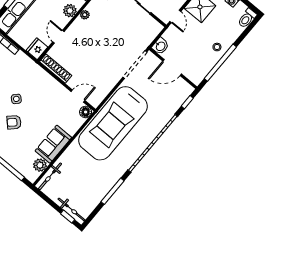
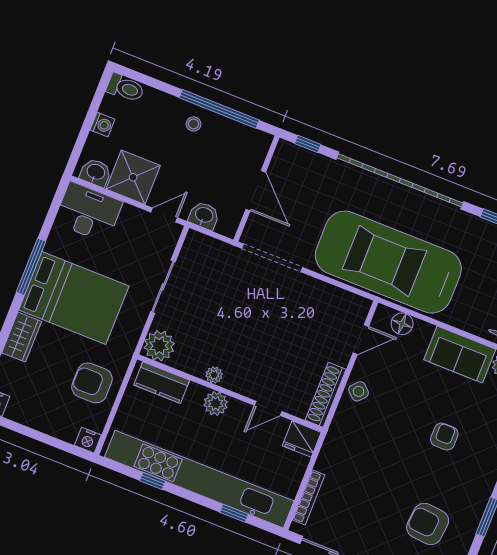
washbasin: (160, 46) -> (204, 216), moved
door: (78, 96) -> (361, 340), swing flipped
side table: (16, 99) -> (359, 391), moved
floor lamp: (86, 112) -> (402, 324), moved
armchair: (14, 122) -> (444, 437), turned -136
car: (113, 123) -> (388, 262), turned 180

